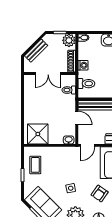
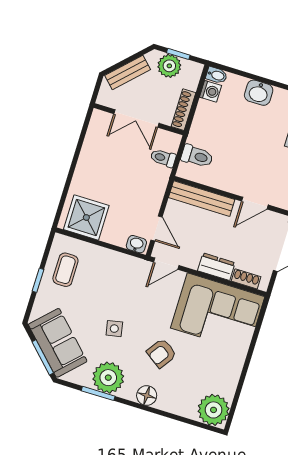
plant: (69, 40) -> (169, 66), moved
washing machine: (83, 65) -> (210, 91), moved
door: (77, 118) -> (156, 228), moved

